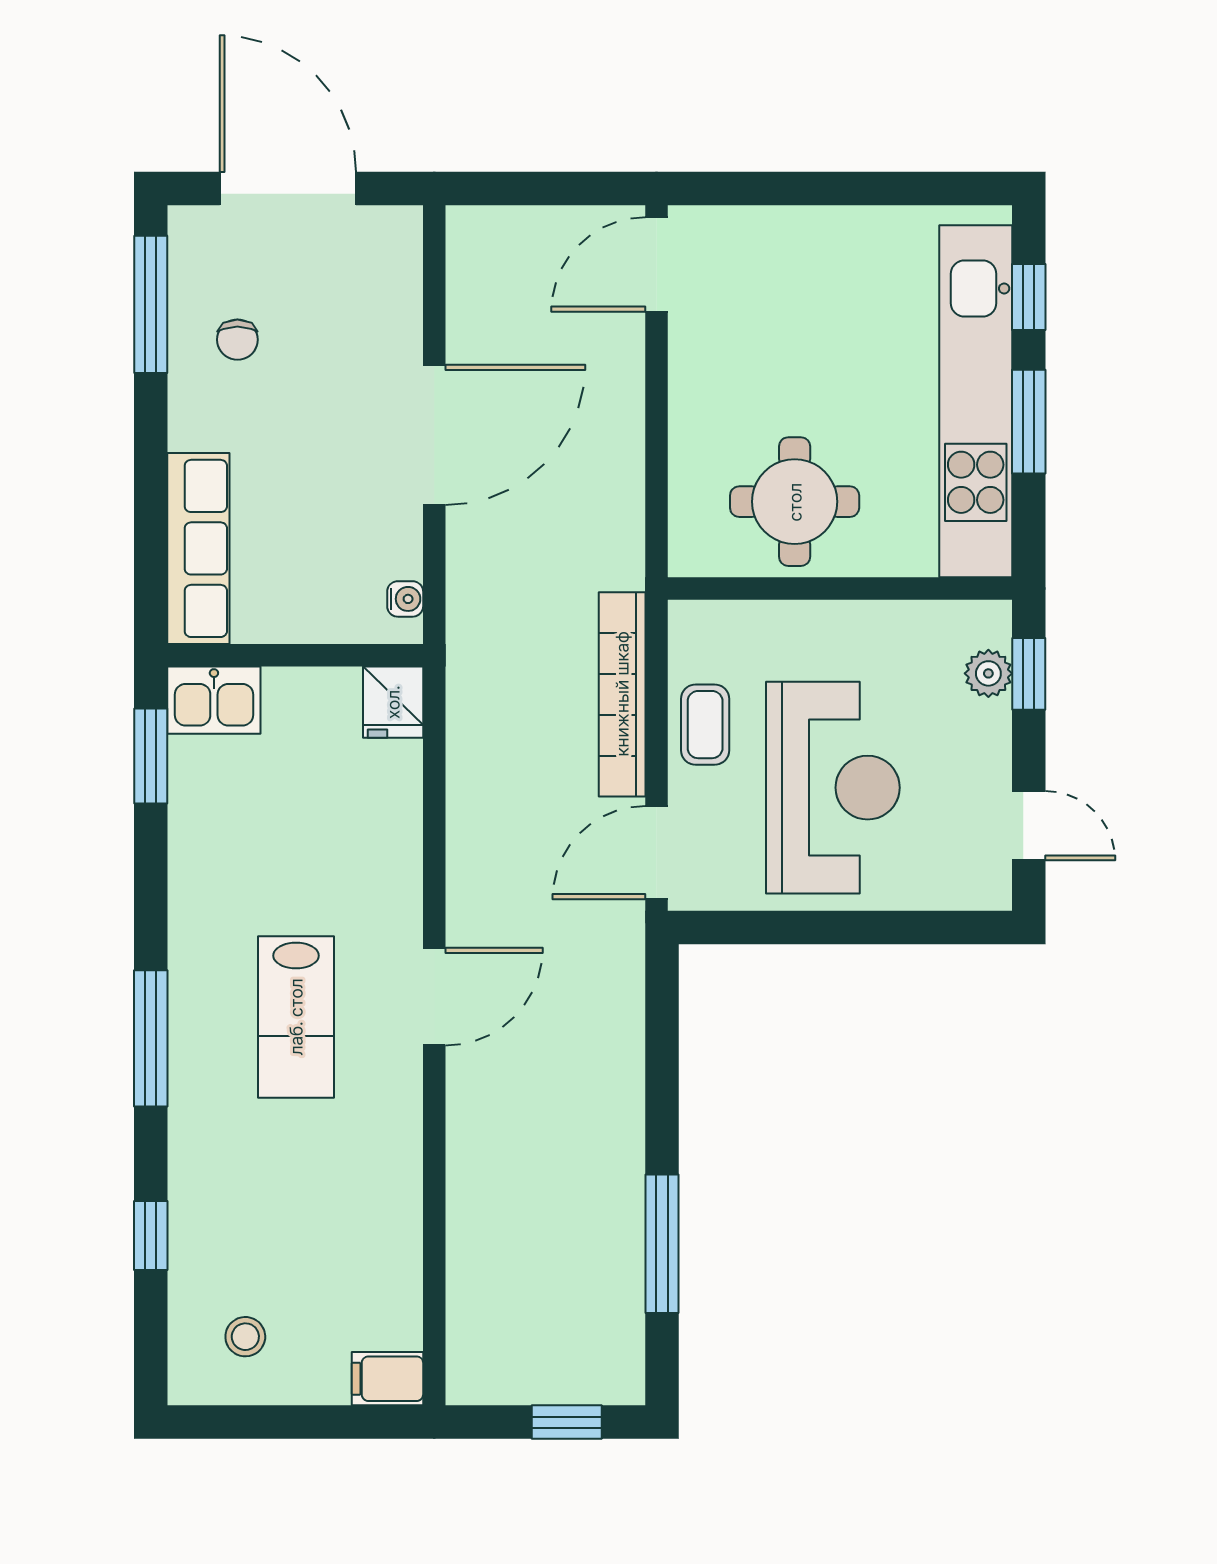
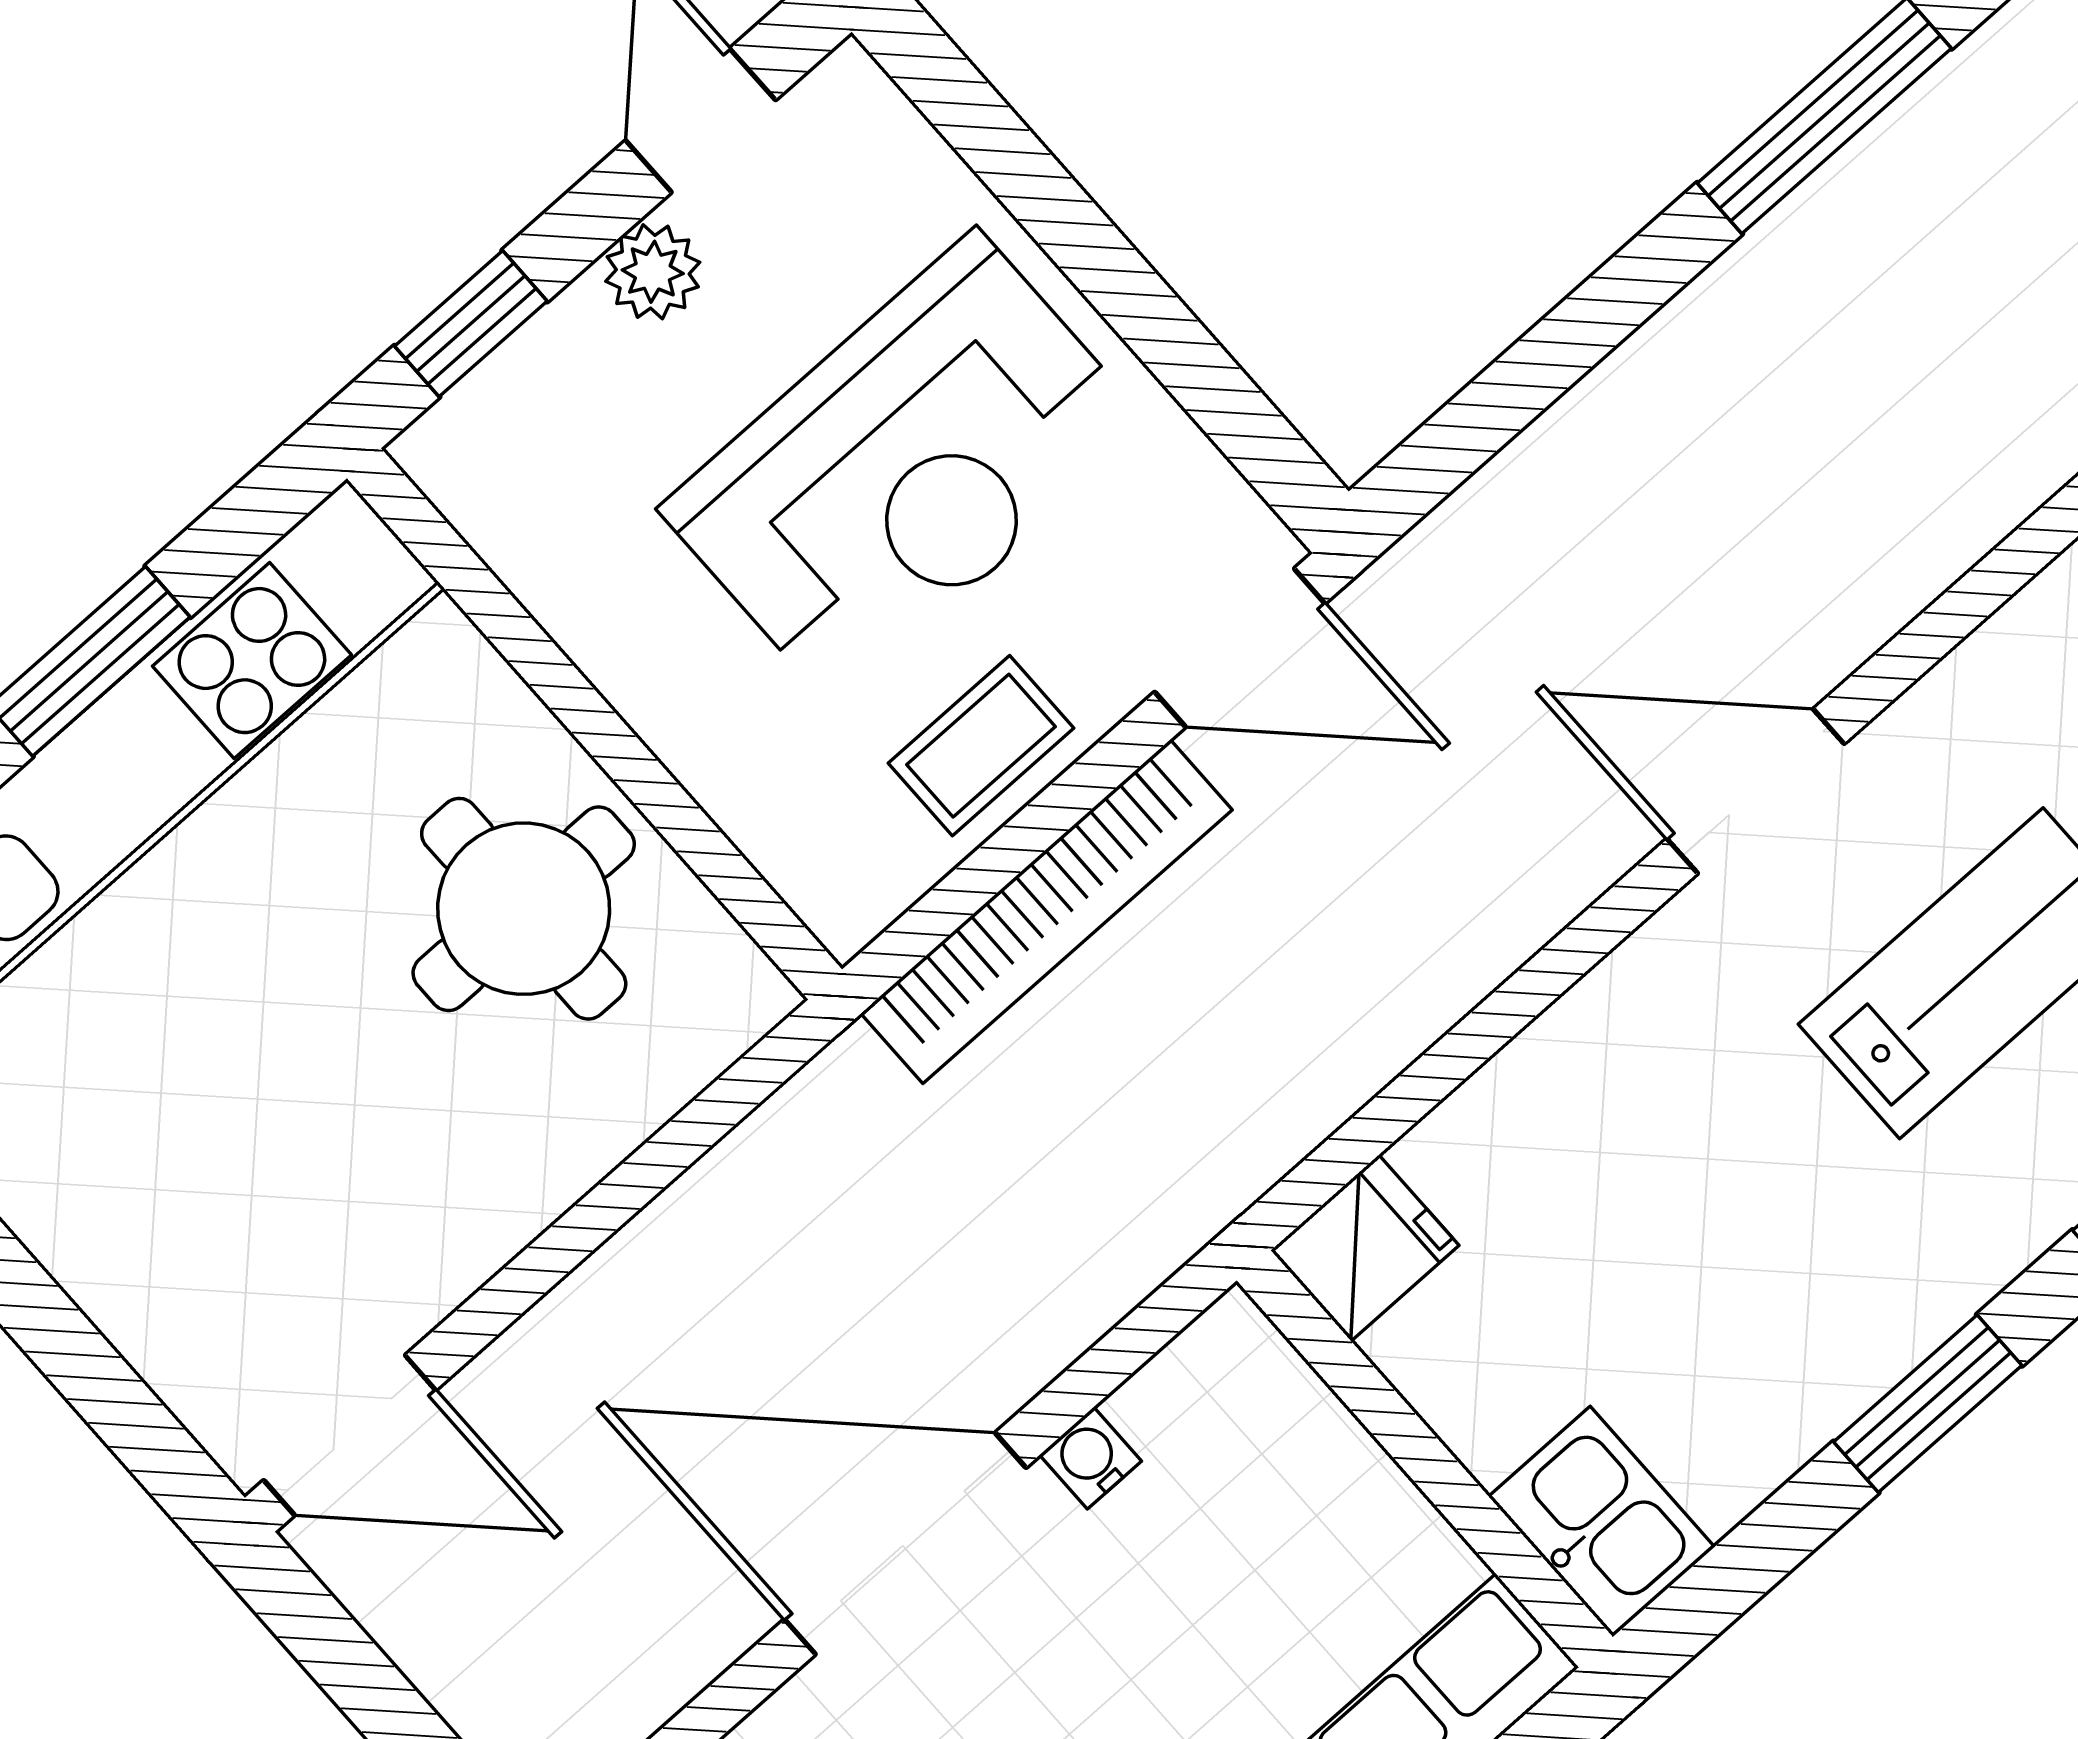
water cooler: (405, 599) -> (1090, 1458), moved
plant: (988, 673) -> (653, 272), moved
window: (151, 756) -> (1928, 1404), moved
reception desk: (833, 788) -> (905, 468), turned 180

